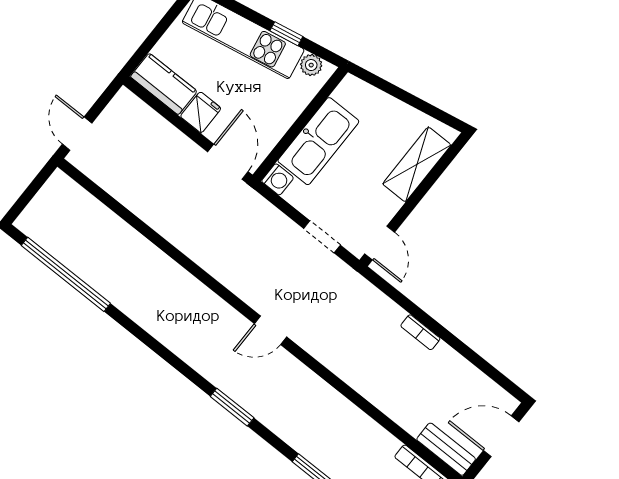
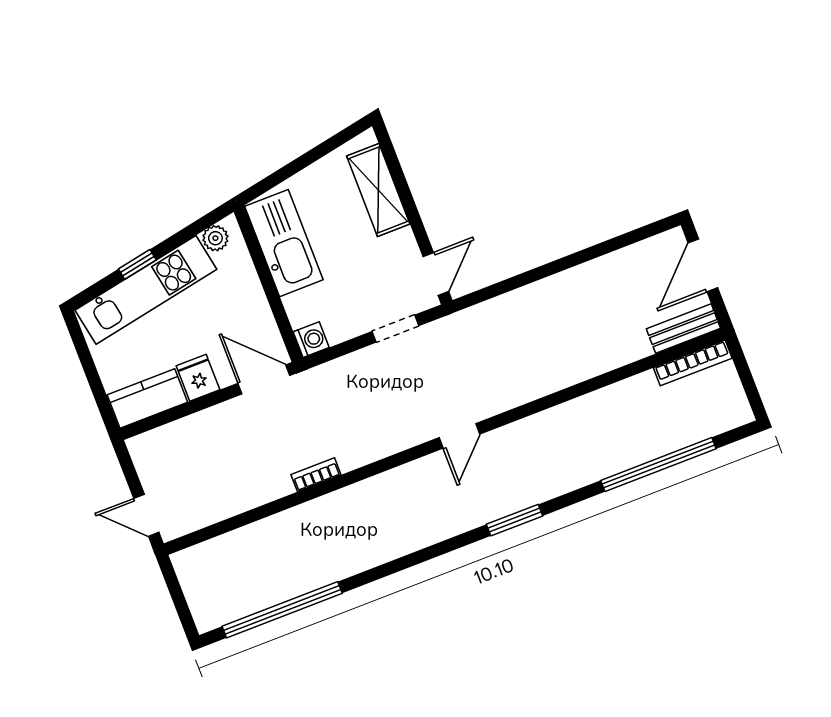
window: (286, 34) -> (137, 264), moved
kitchen sink: (318, 141) -> (284, 243), moved
door: (380, 243) -> (436, 274), hinge flipped
bookcase: (420, 332) -> (316, 475), moved, turned 180

